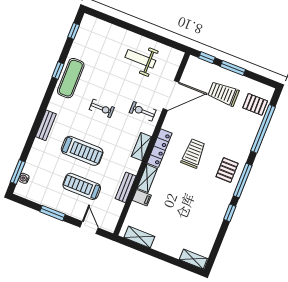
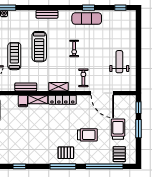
trolley: (193, 153) -> (87, 135), moved
window: (230, 213) -> (19, 166), moved

